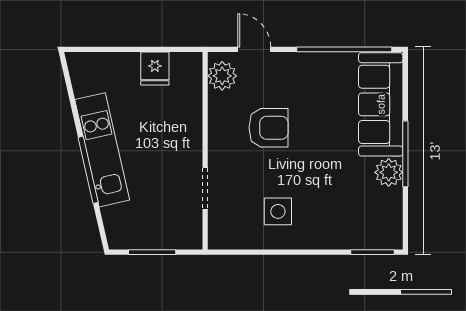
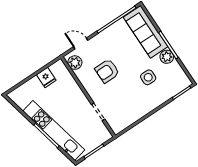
armchair: (268, 128) -> (107, 71), turned 180
kitchen unit: (102, 150) -> (54, 130), width x1.36
side table: (278, 211) -> (148, 77), moved

